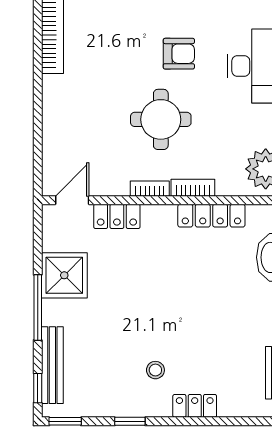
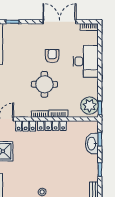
armchair: (179, 54) -> (52, 56), turned -90
locker: (211, 216) -> (52, 126), moved

